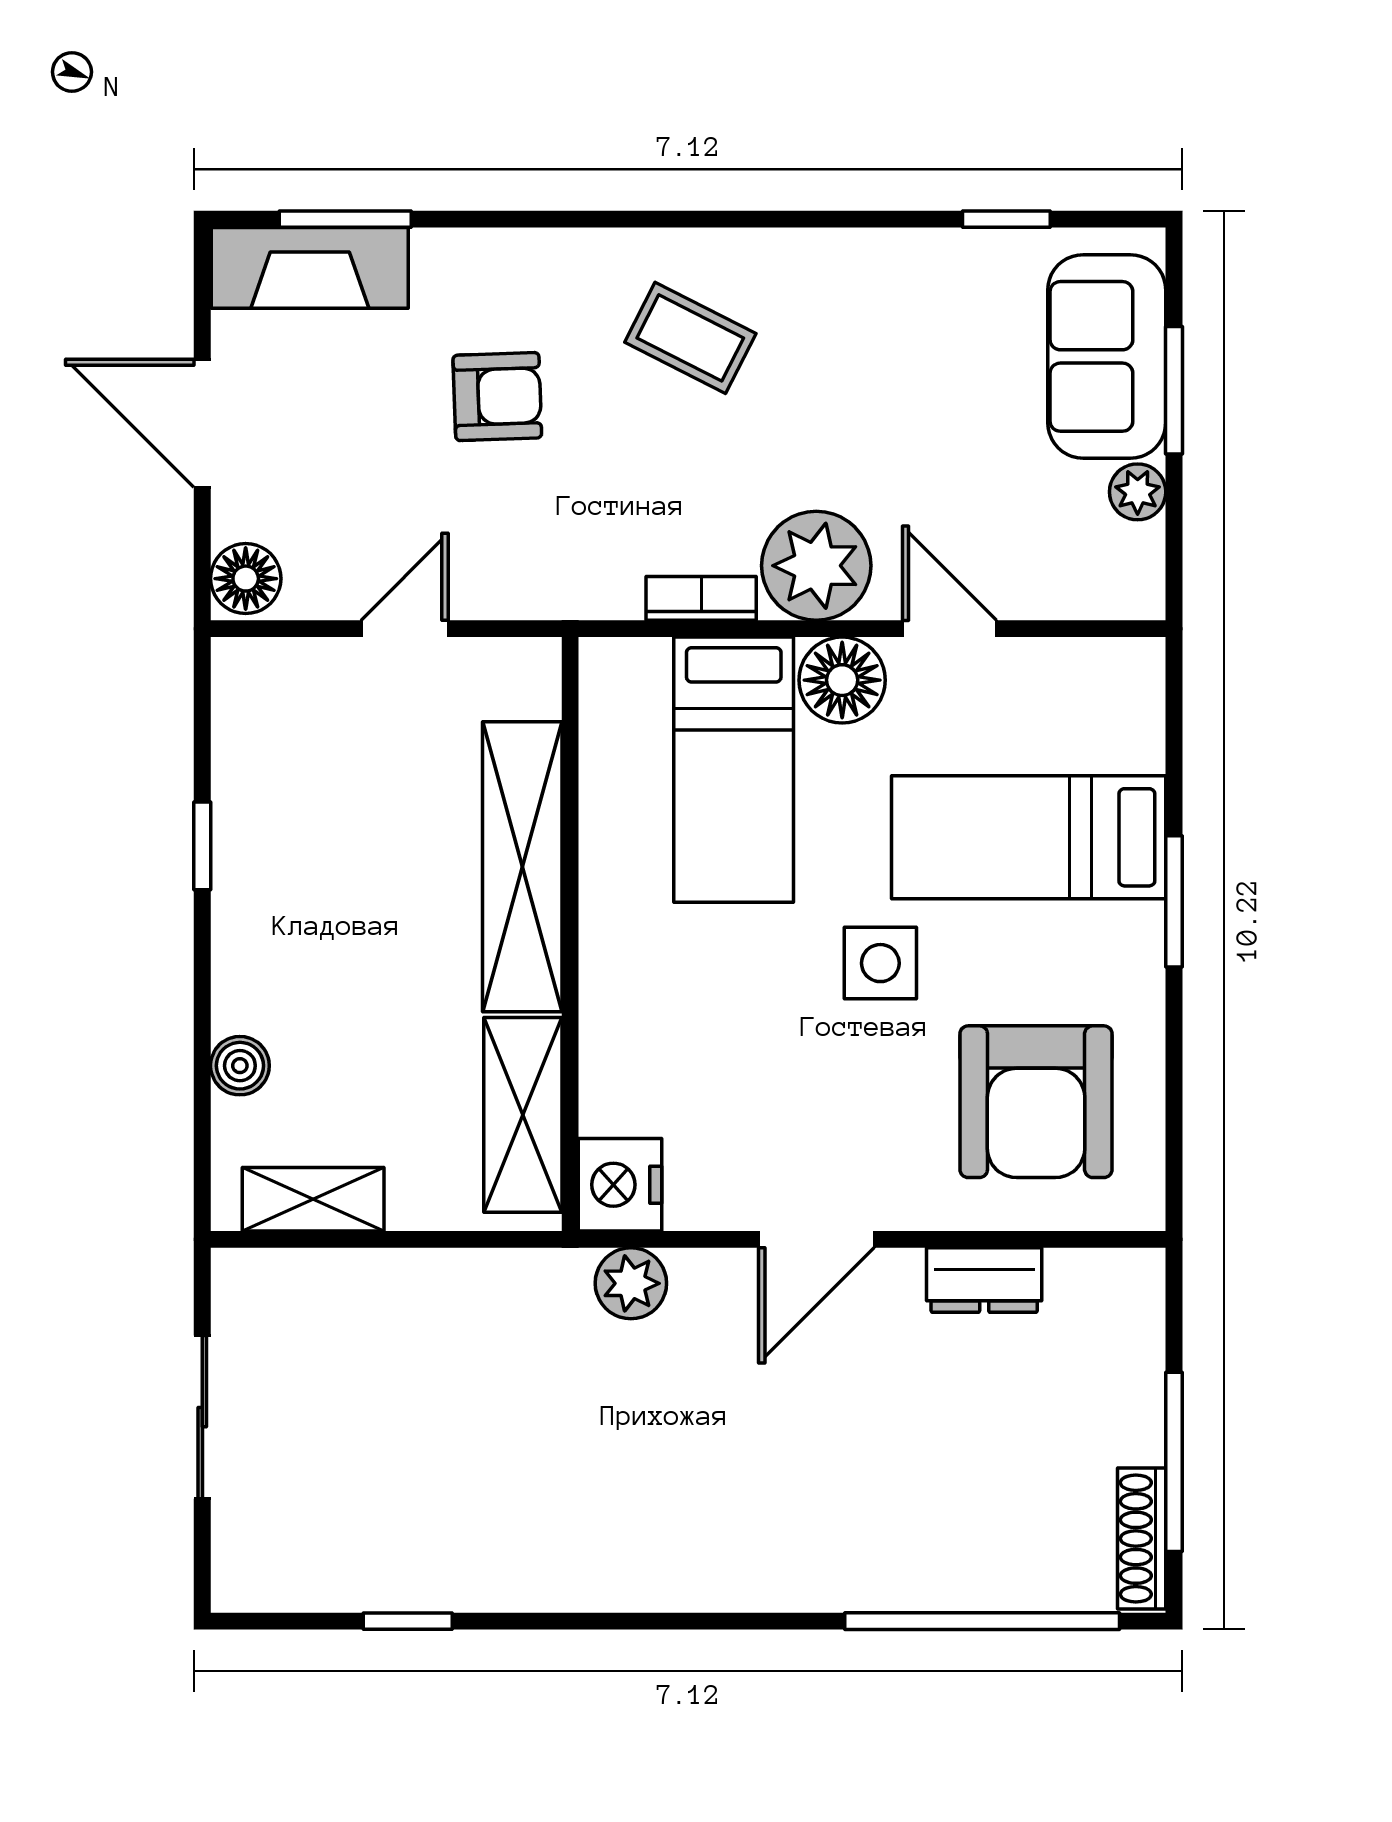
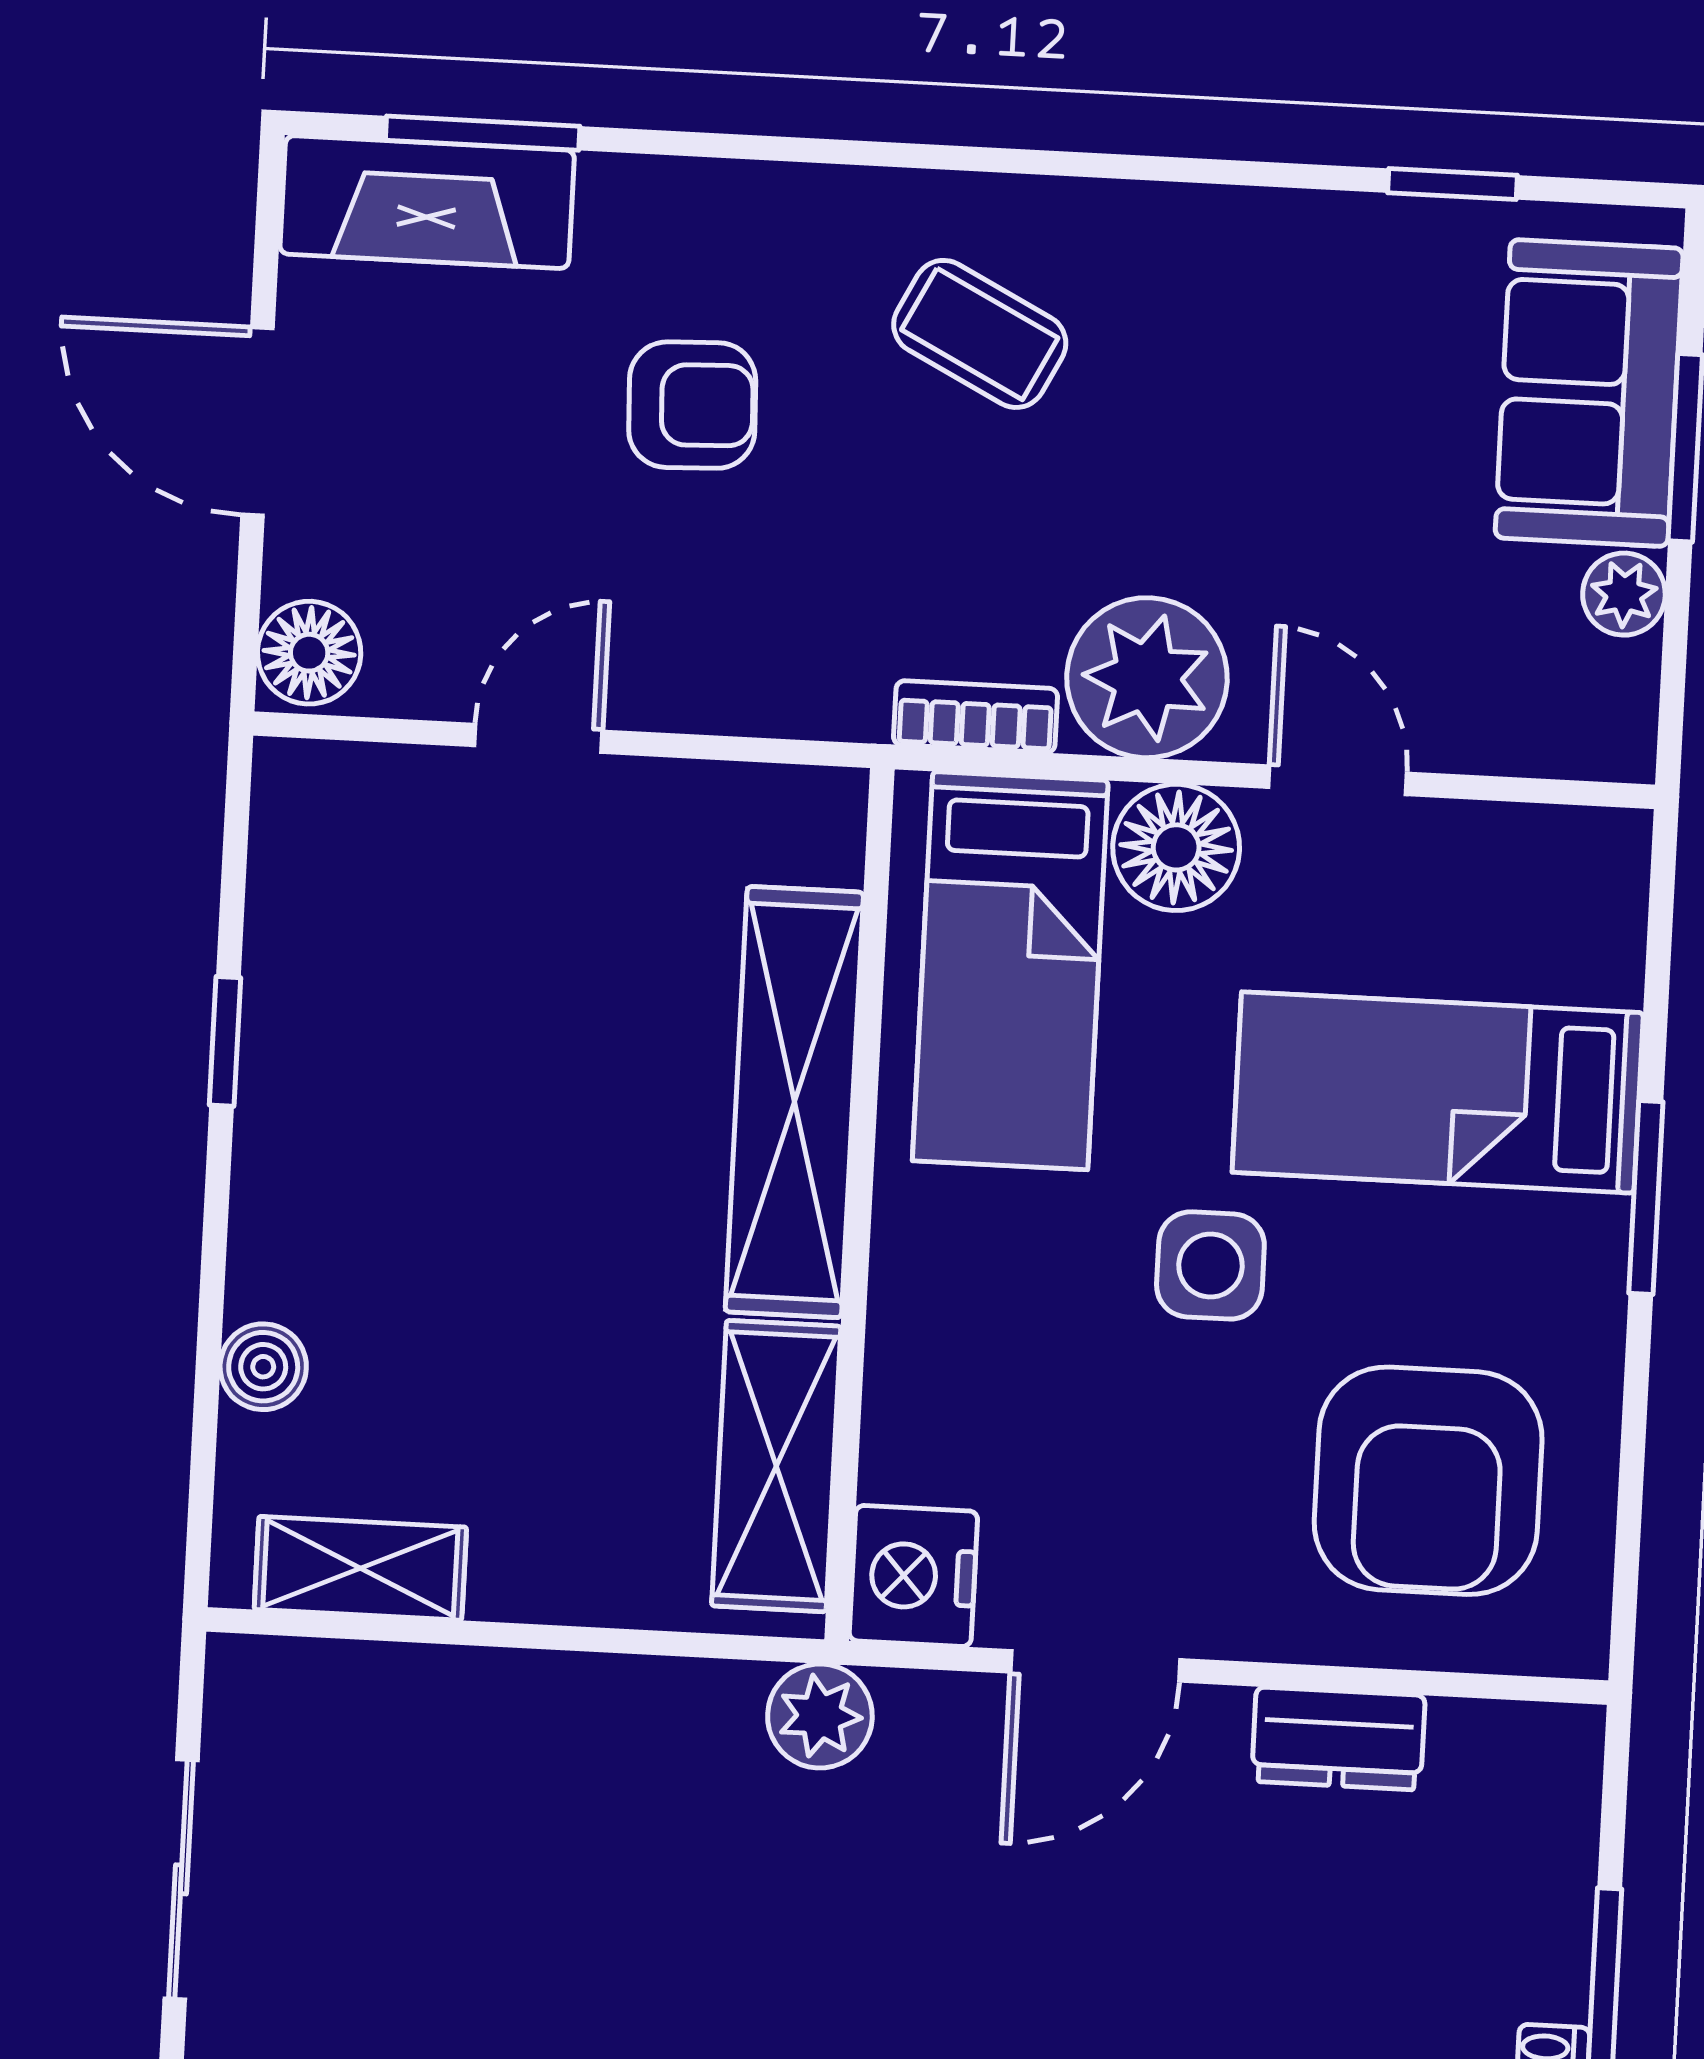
shelving: (522, 867) -> (794, 1102), moved
wall: (570, 934) -> (859, 1204), moved
shelving: (523, 1115) -> (776, 1466), moved
nightstand: (620, 1185) -> (913, 1576), moved

